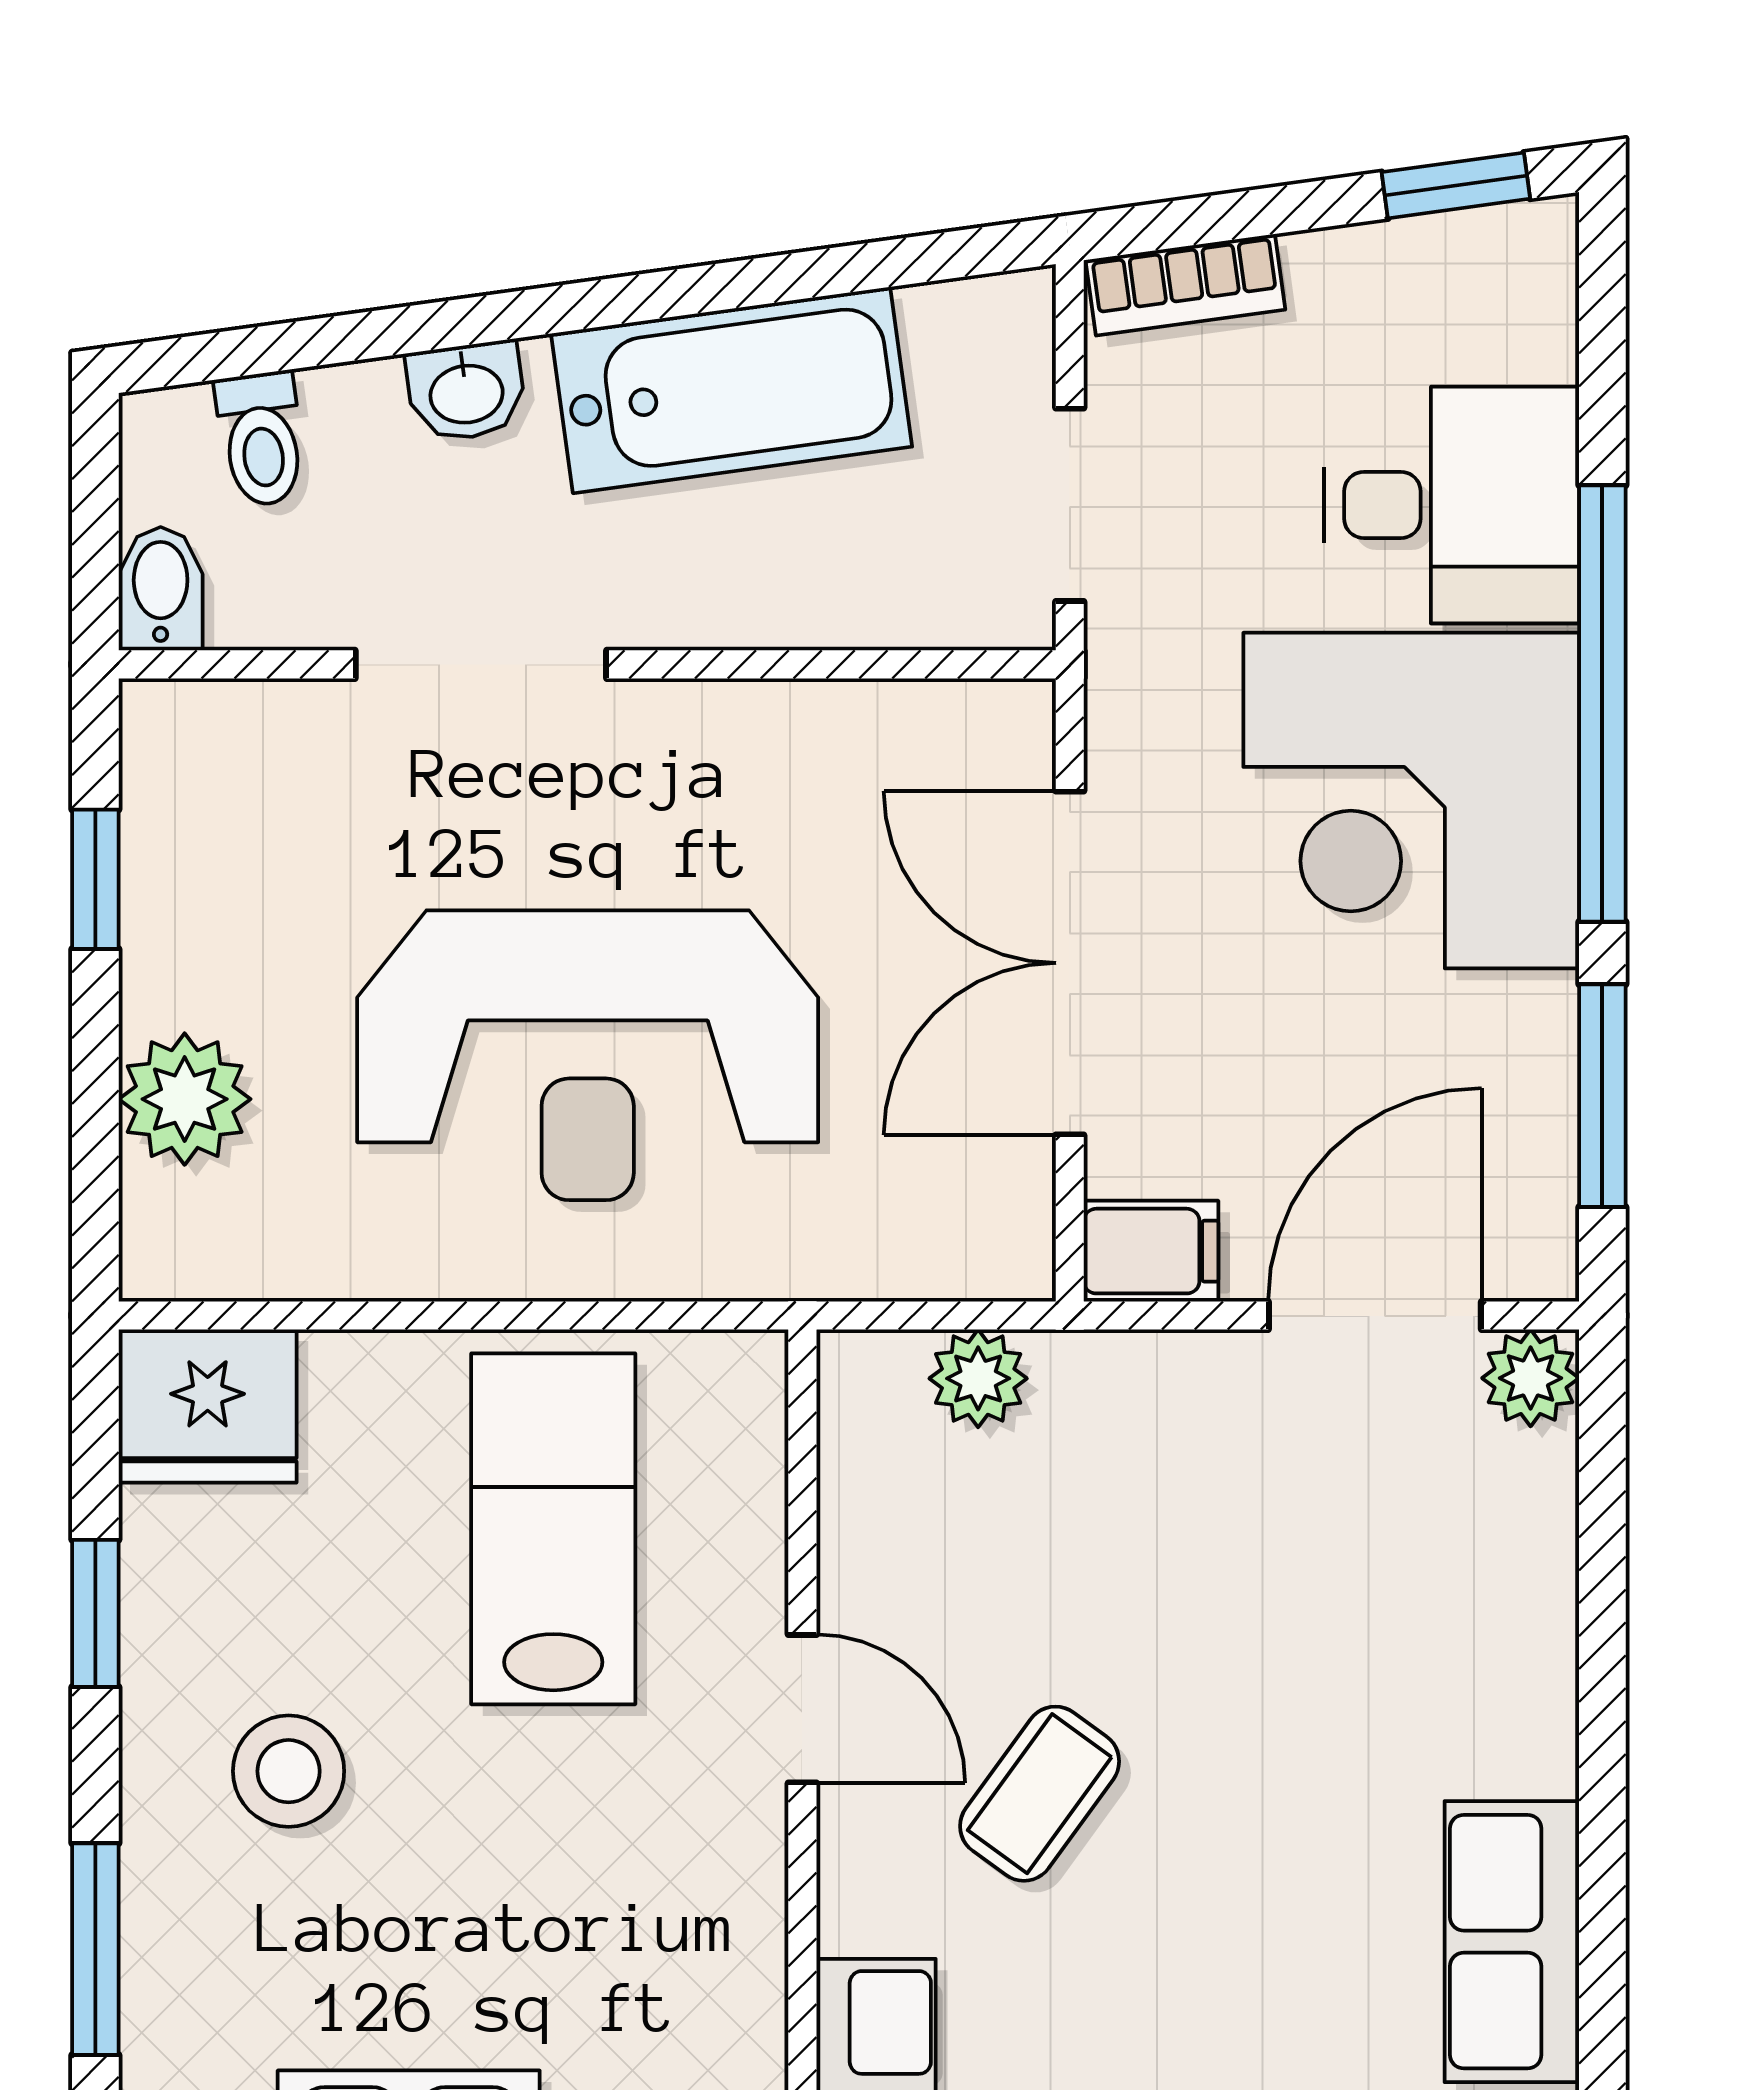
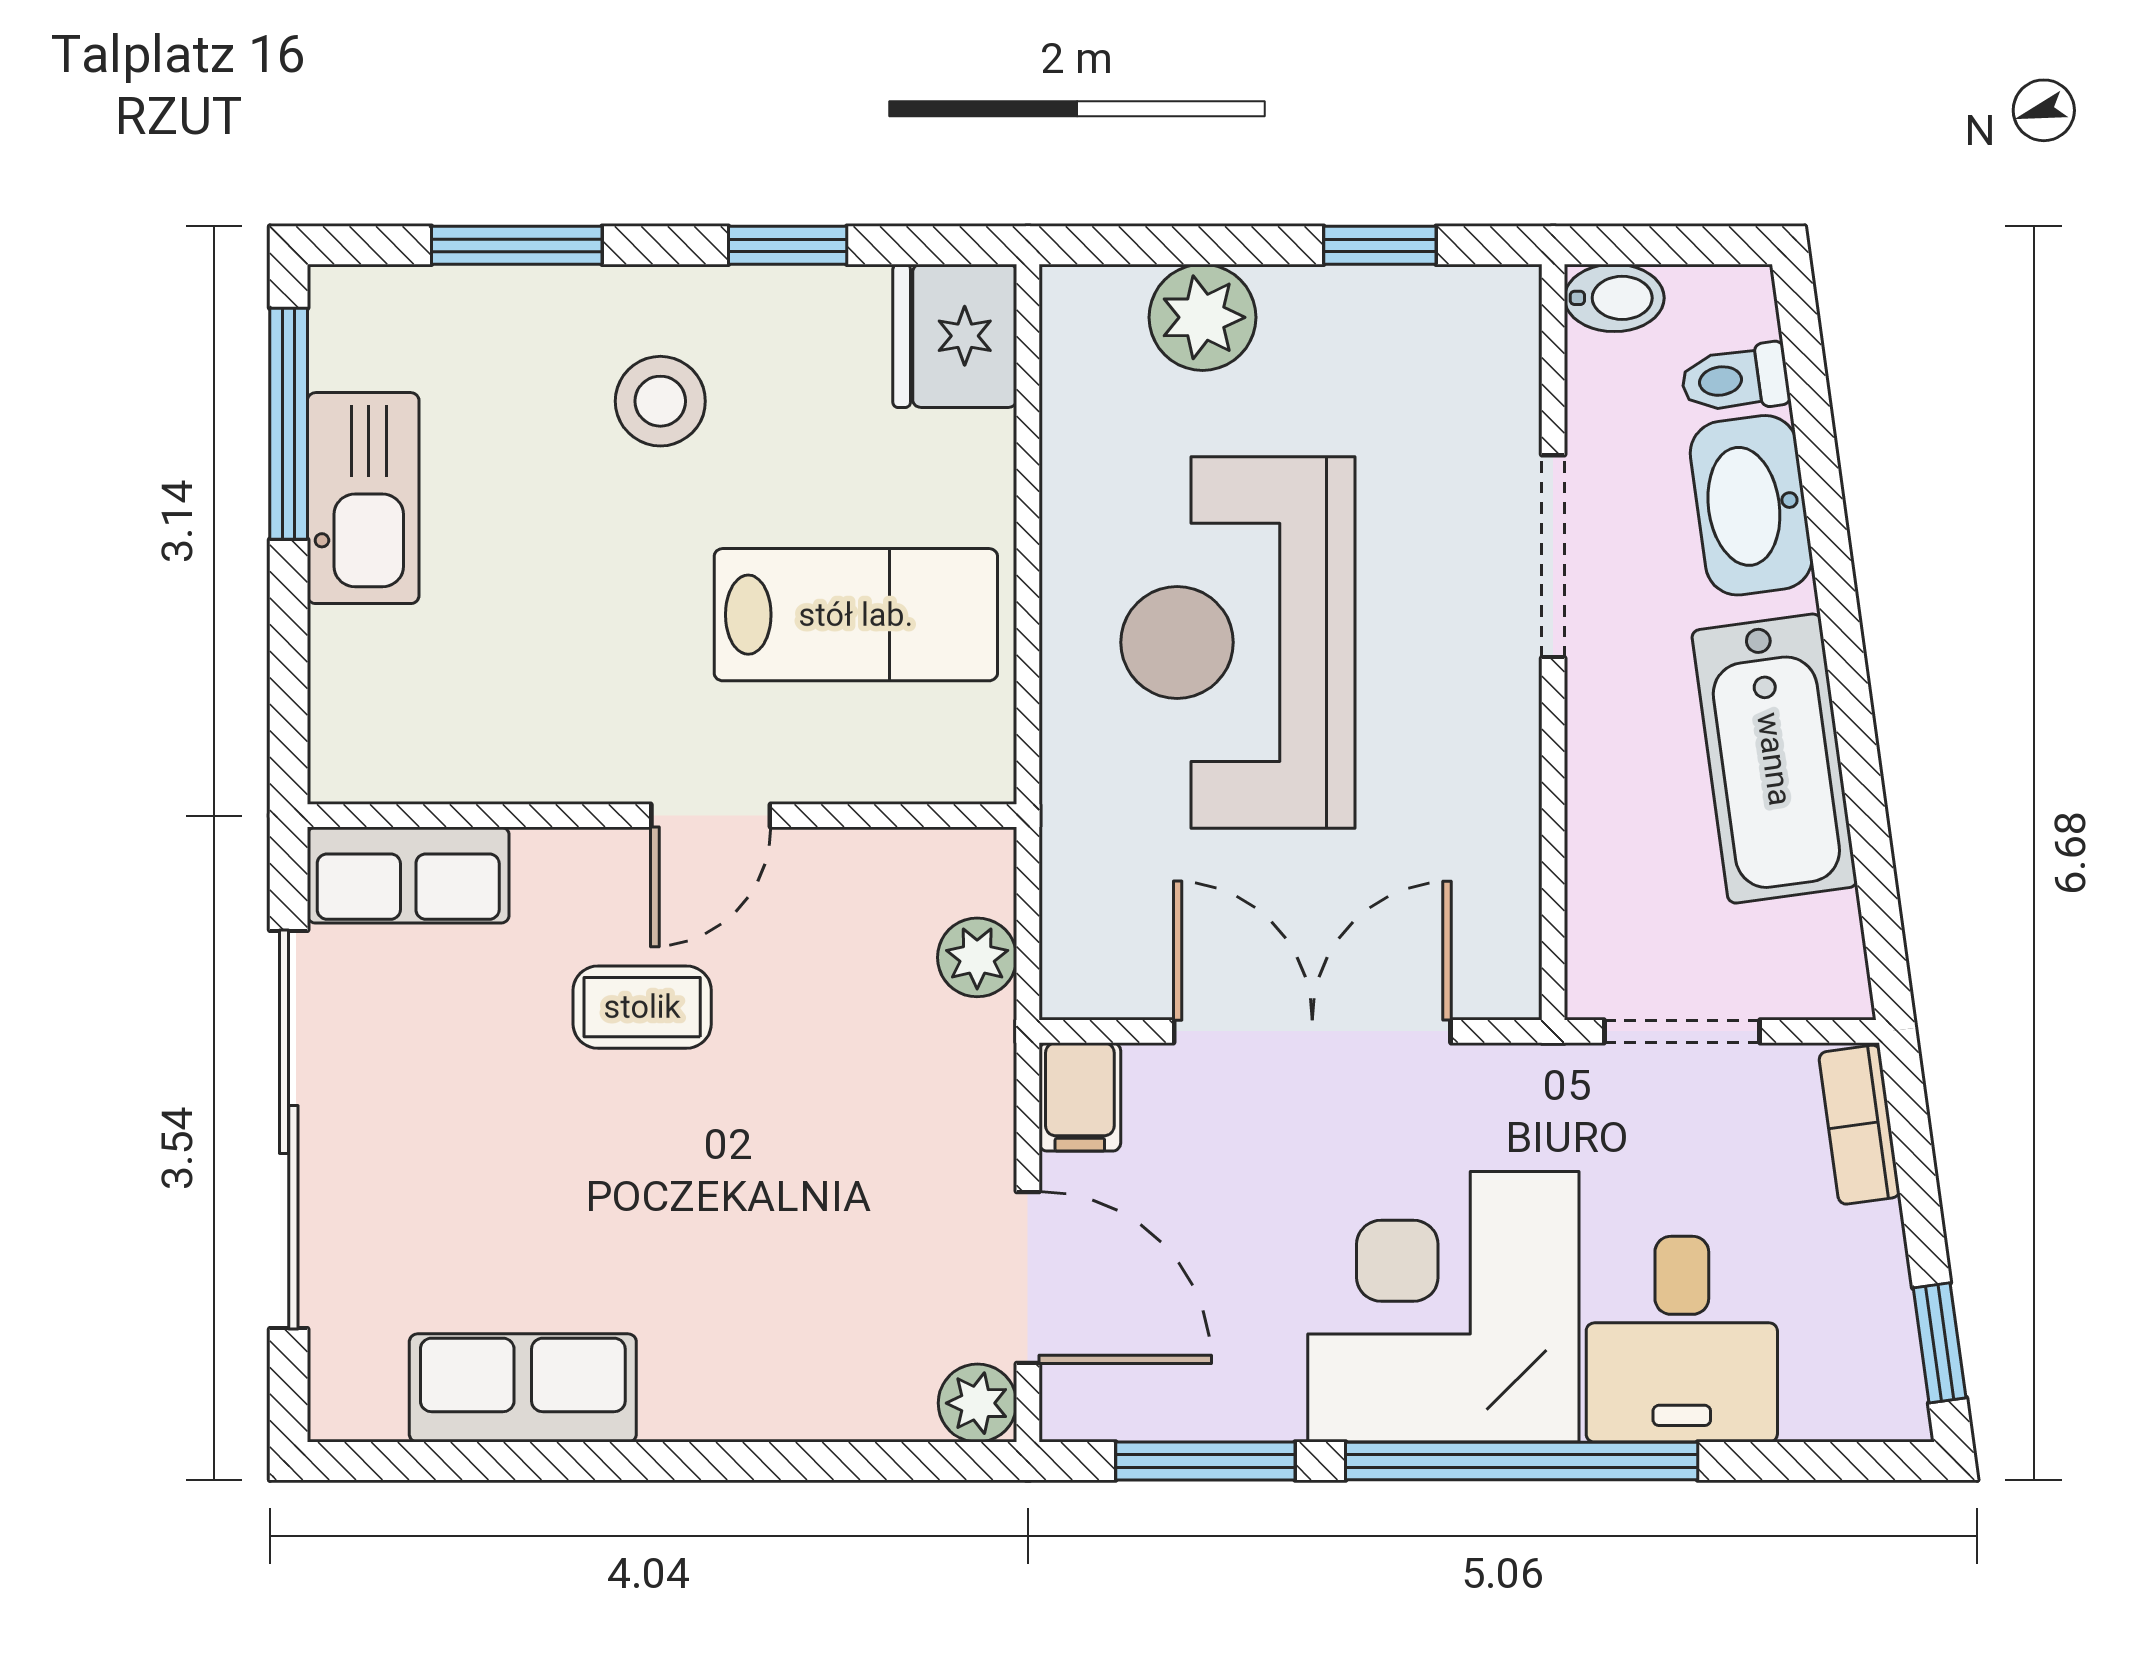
washbasin: (466, 391) -> (1751, 505), width x1.91, depth x1.45
coffee table: (1040, 1794) -> (642, 1007), turned -36

